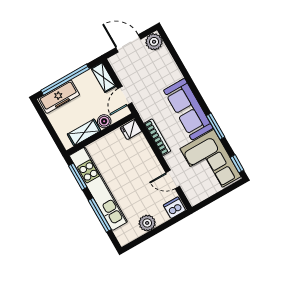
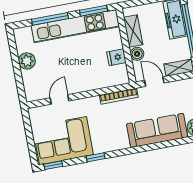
sofa: (188, 109) -> (157, 130), moved
window: (216, 126) -> (96, 157), width x0.67
fridge: (131, 129) -> (116, 57), moved, turned -90
bookcase: (157, 137) -> (119, 96), moved
dishwasher: (175, 208) -> (32, 92), removed

